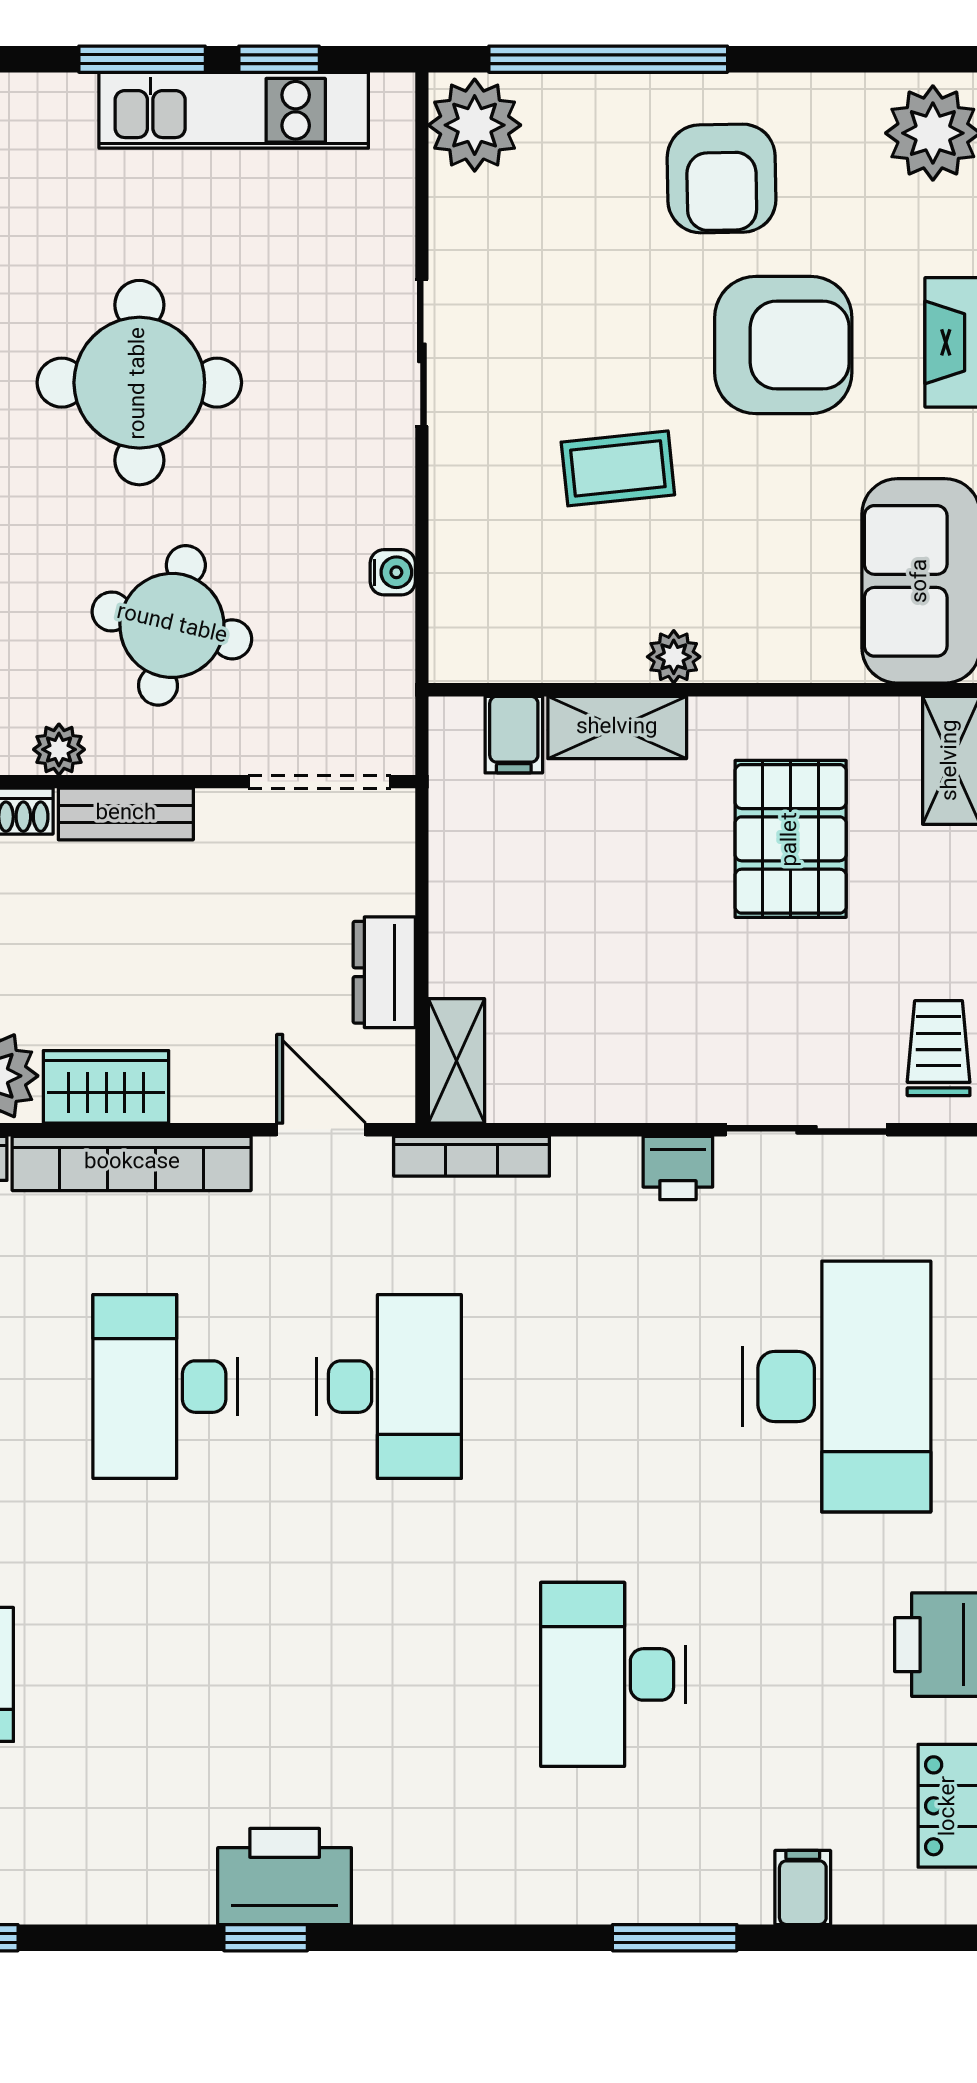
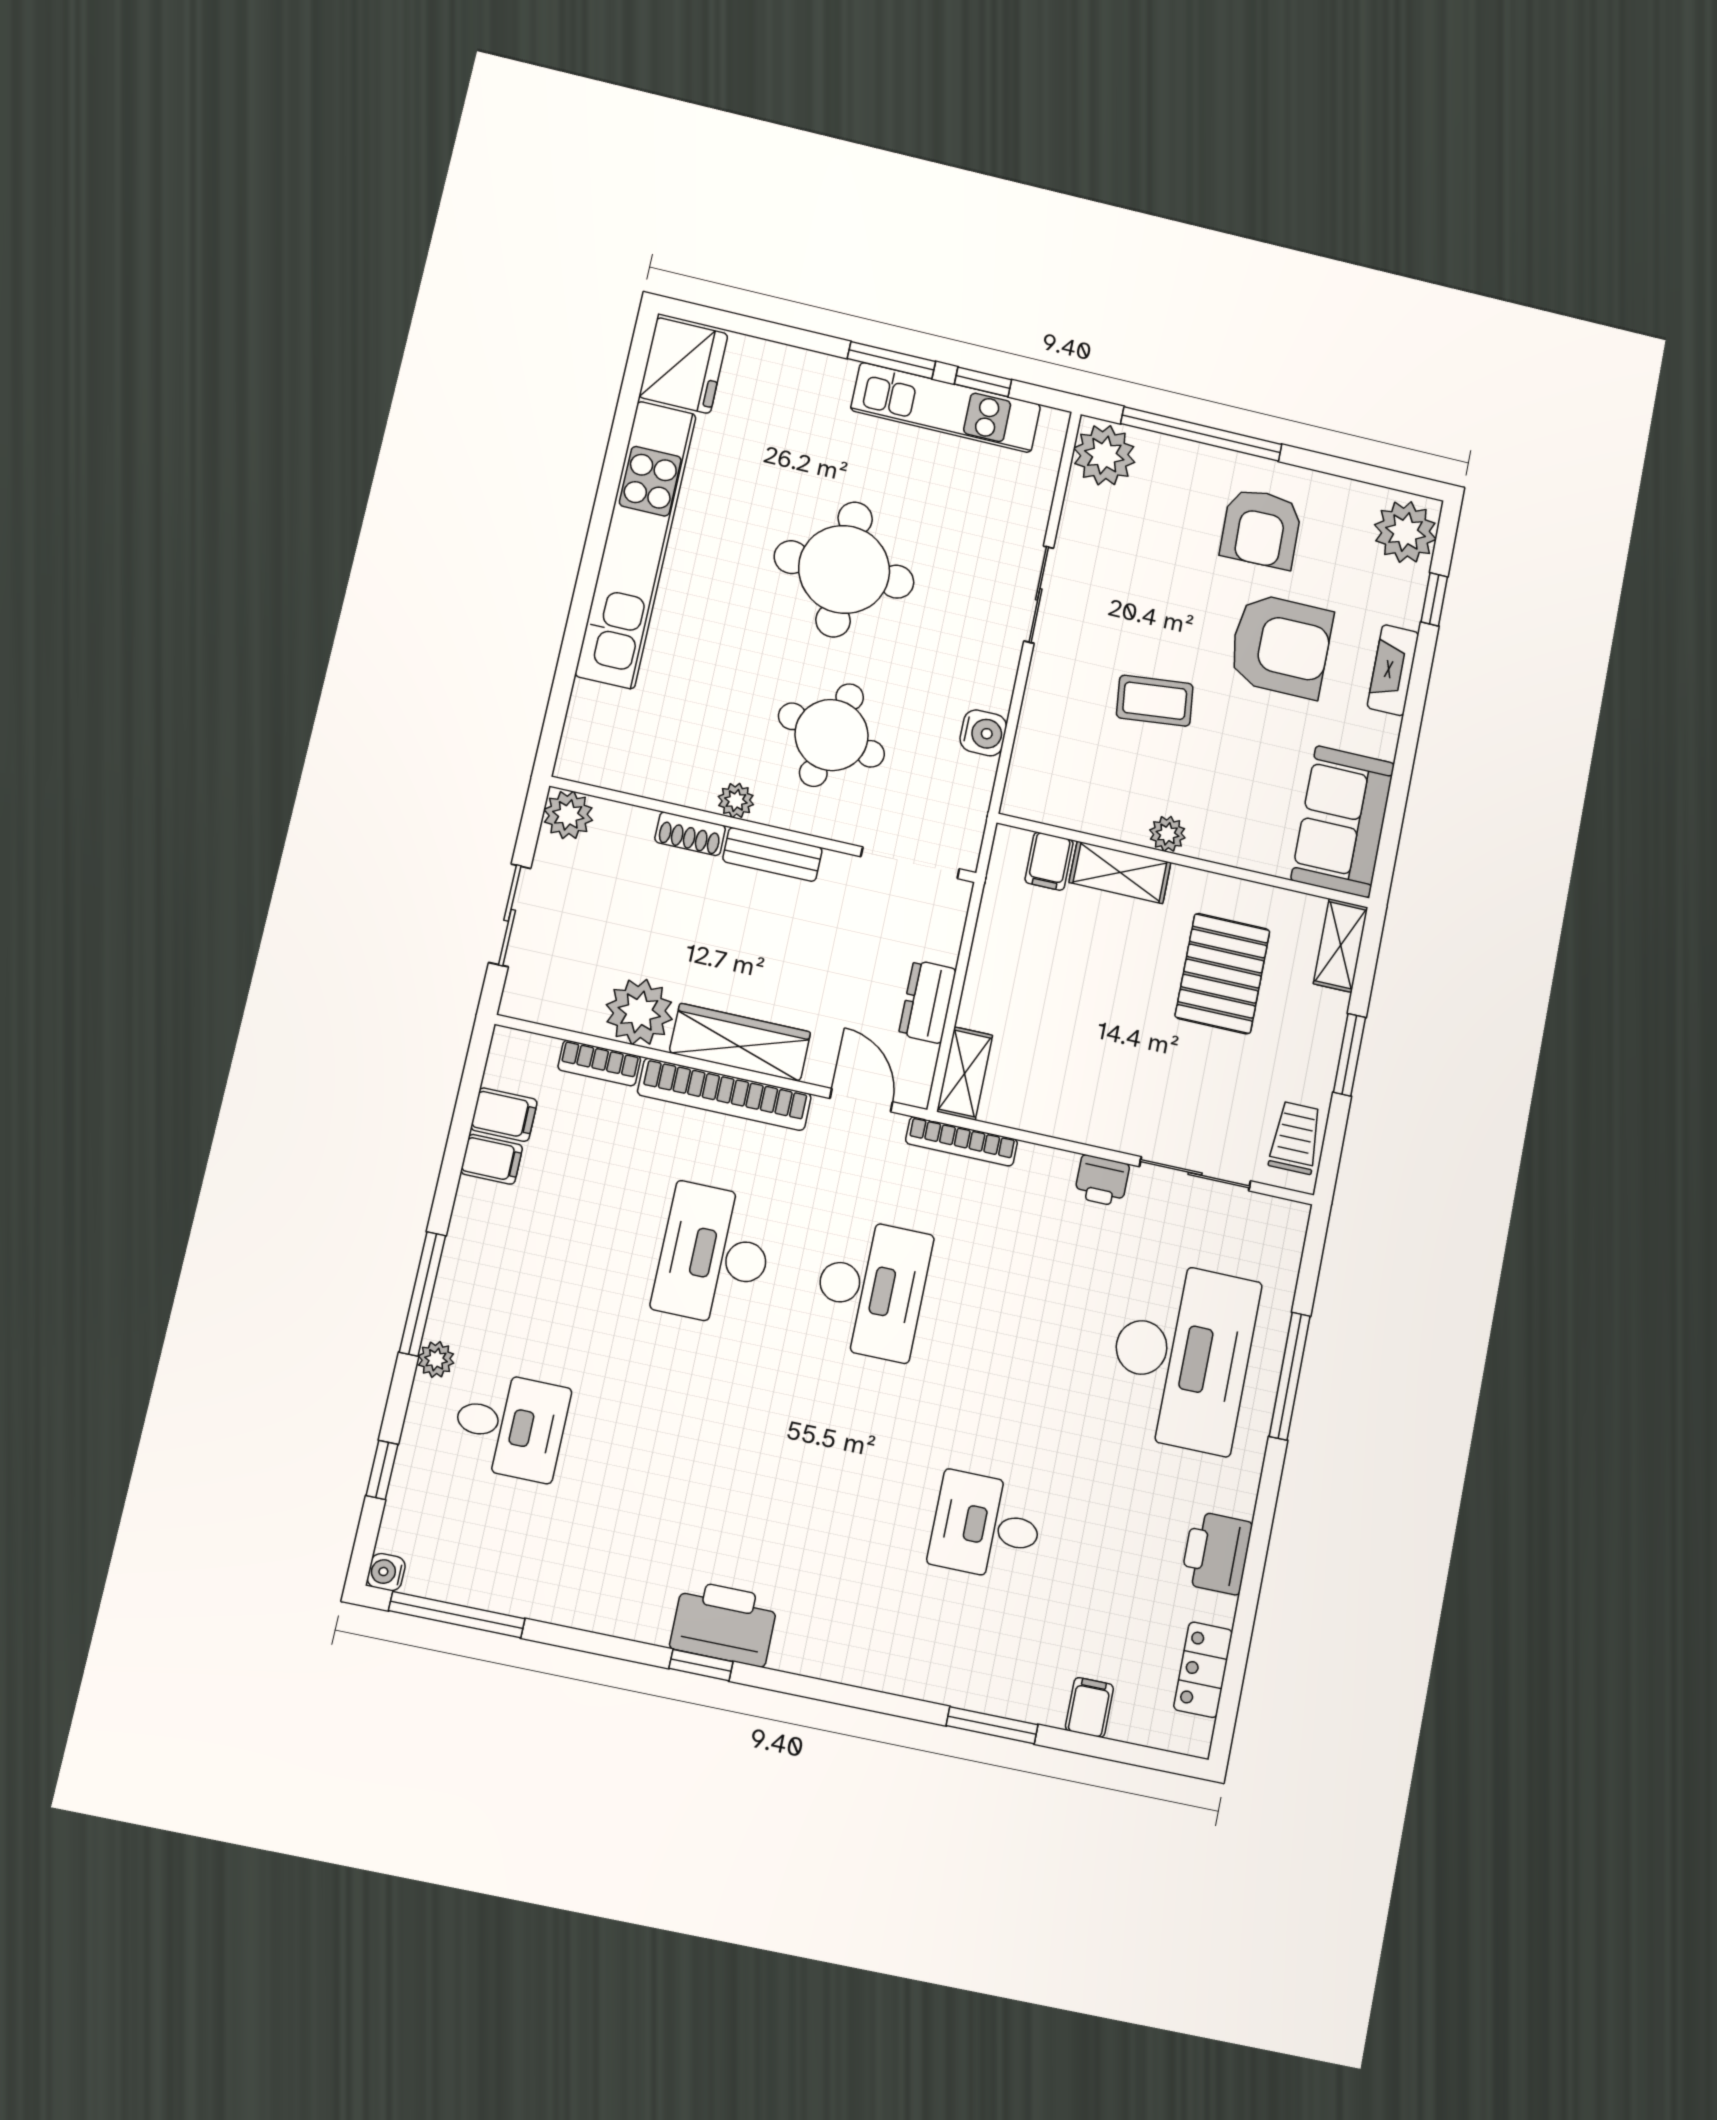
water cooler: (393, 572) -> (983, 733), width x1.38, depth x1.38
wardrobe: (106, 1087) -> (740, 1042), width x1.50
desk: (613, 1674) -> (986, 1526), width x0.73

